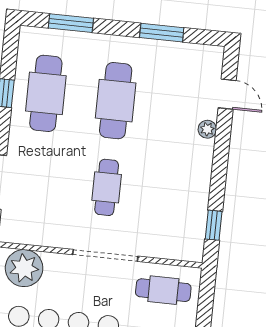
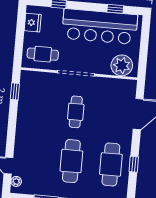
plant: (207, 129) -> (16, 181), moved

